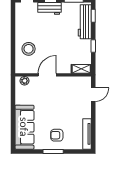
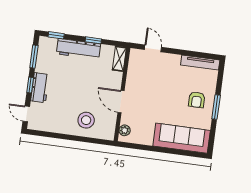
workbench: (85, 22) -> (78, 49), moved

